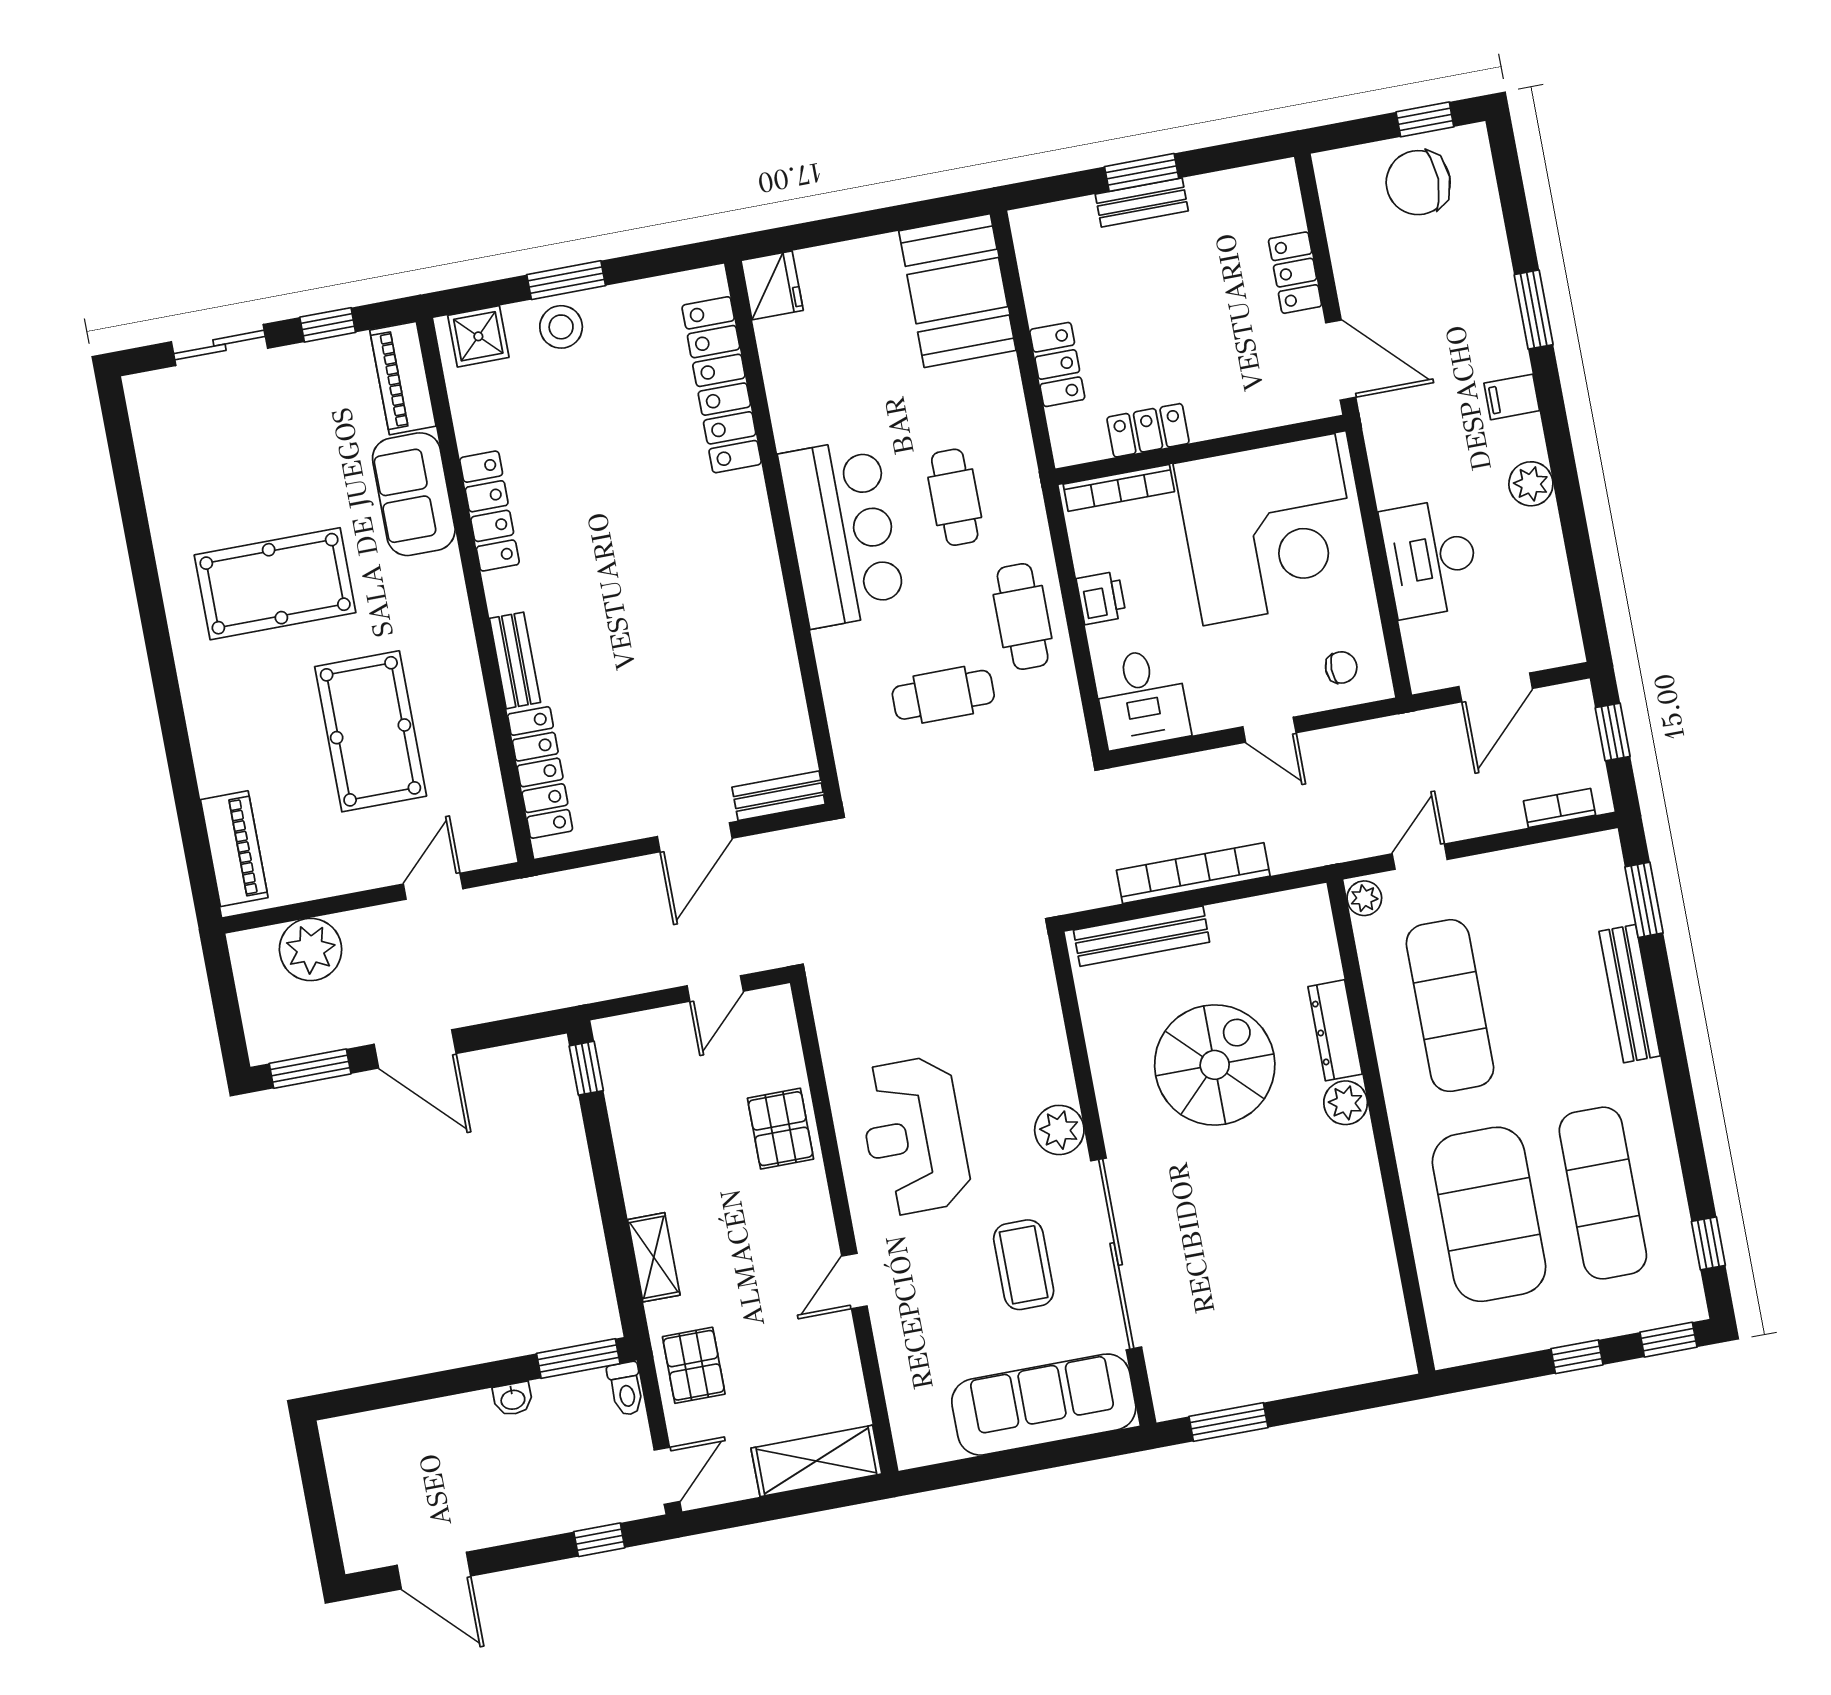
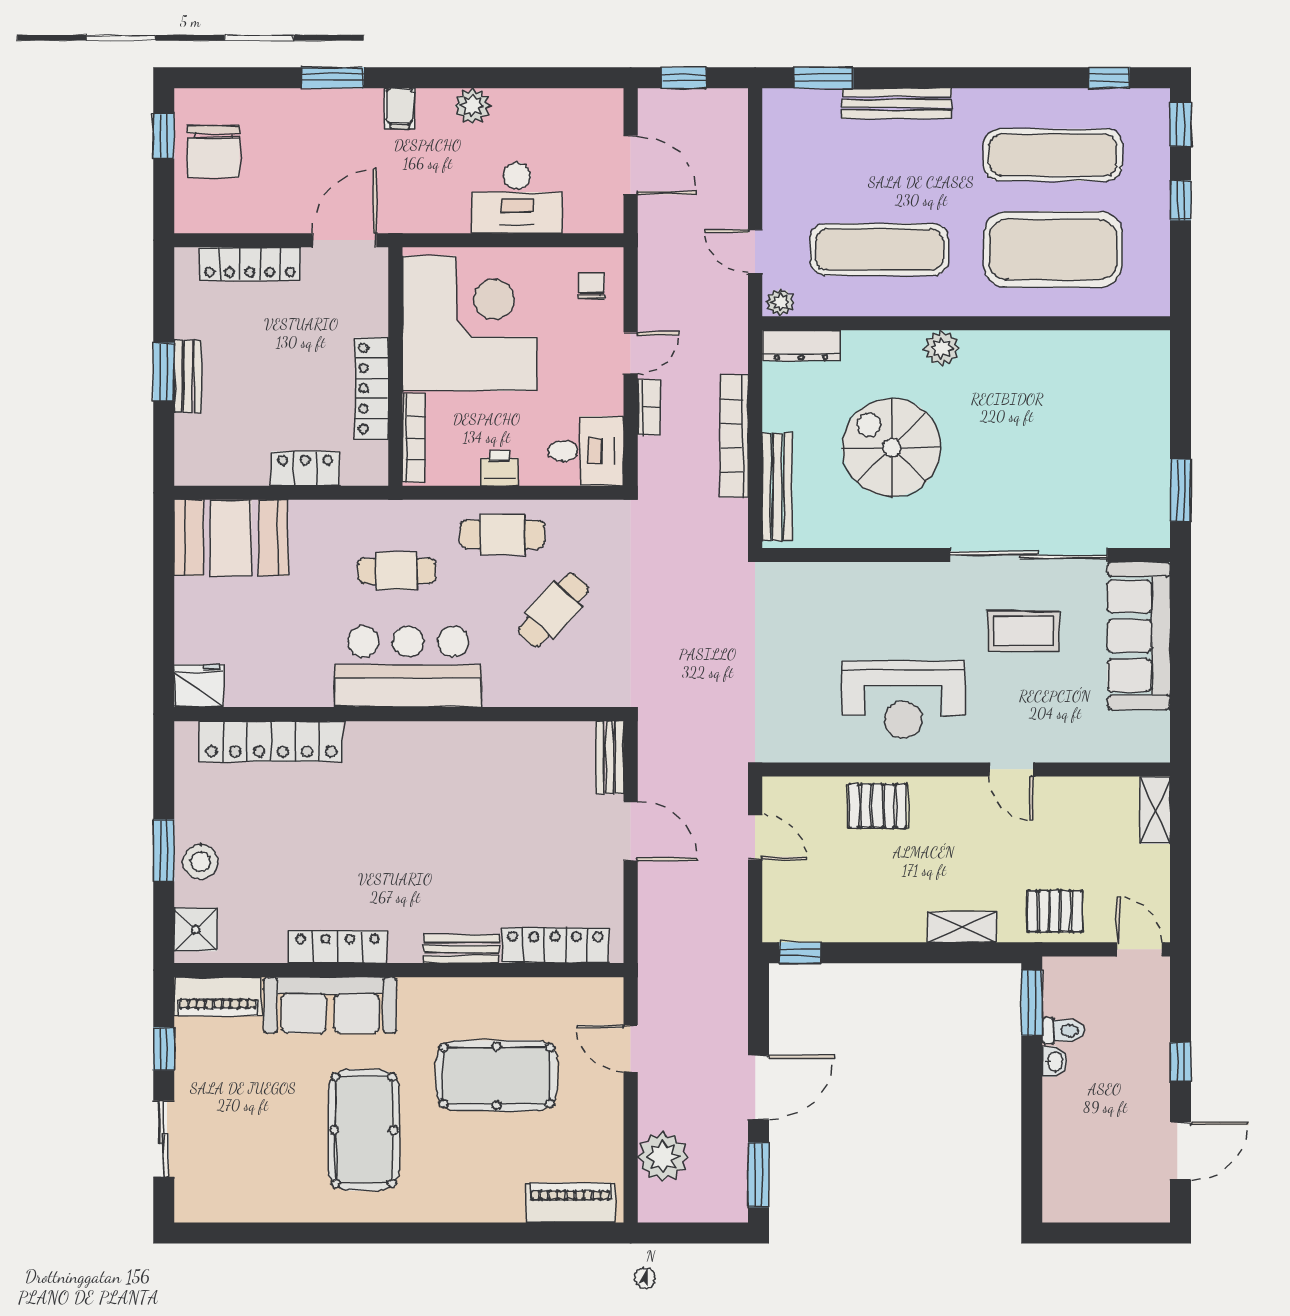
locker: (1295, 273) -> (250, 264), width x1.53
locker: (1148, 430) -> (372, 388), width x1.53
sofa: (414, 494) -> (330, 1005), width x1.36
cafe table: (943, 695) -> (553, 610), turned 42
bookcase: (1559, 808) -> (649, 407), moved, turned 180
dresser: (1335, 1030) -> (801, 346), moved
plant: (1059, 1130) -> (921, 582), removed
toilet: (626, 1389) -> (1063, 1031), moved
shelving: (816, 1461) -> (1155, 810), width x0.67, depth x0.75
window: (599, 1540) -> (1181, 1062), moved

